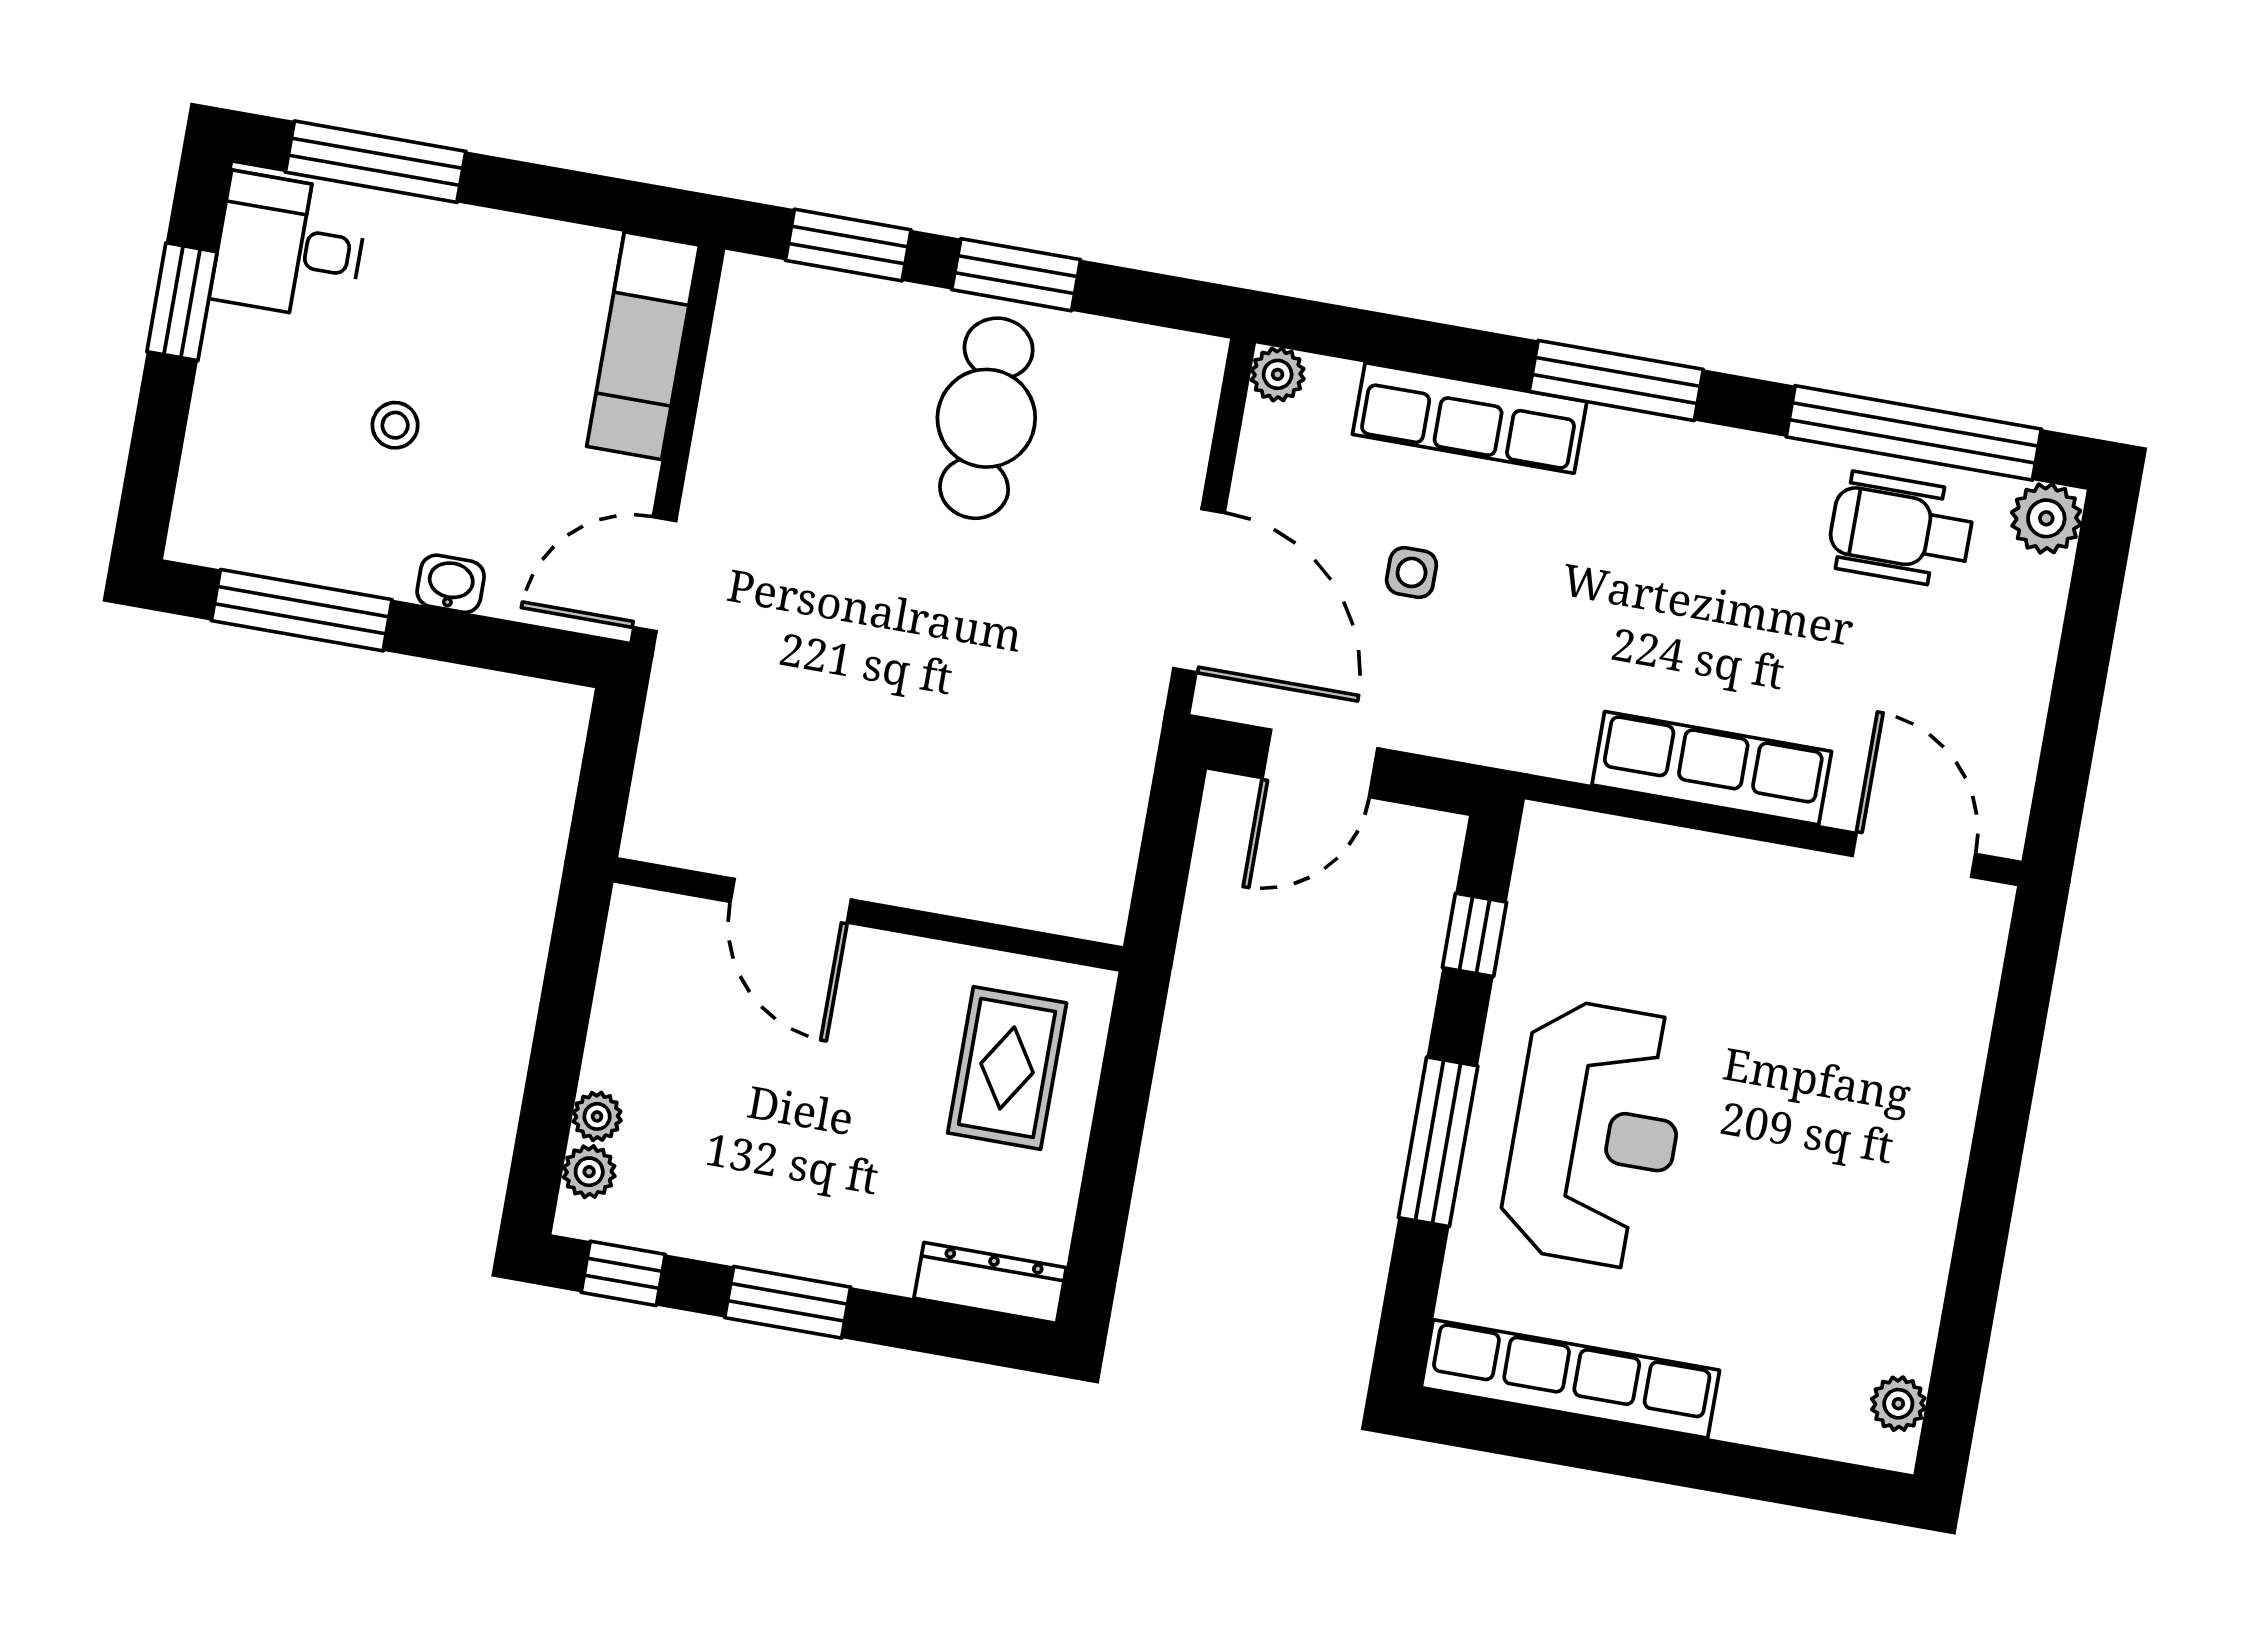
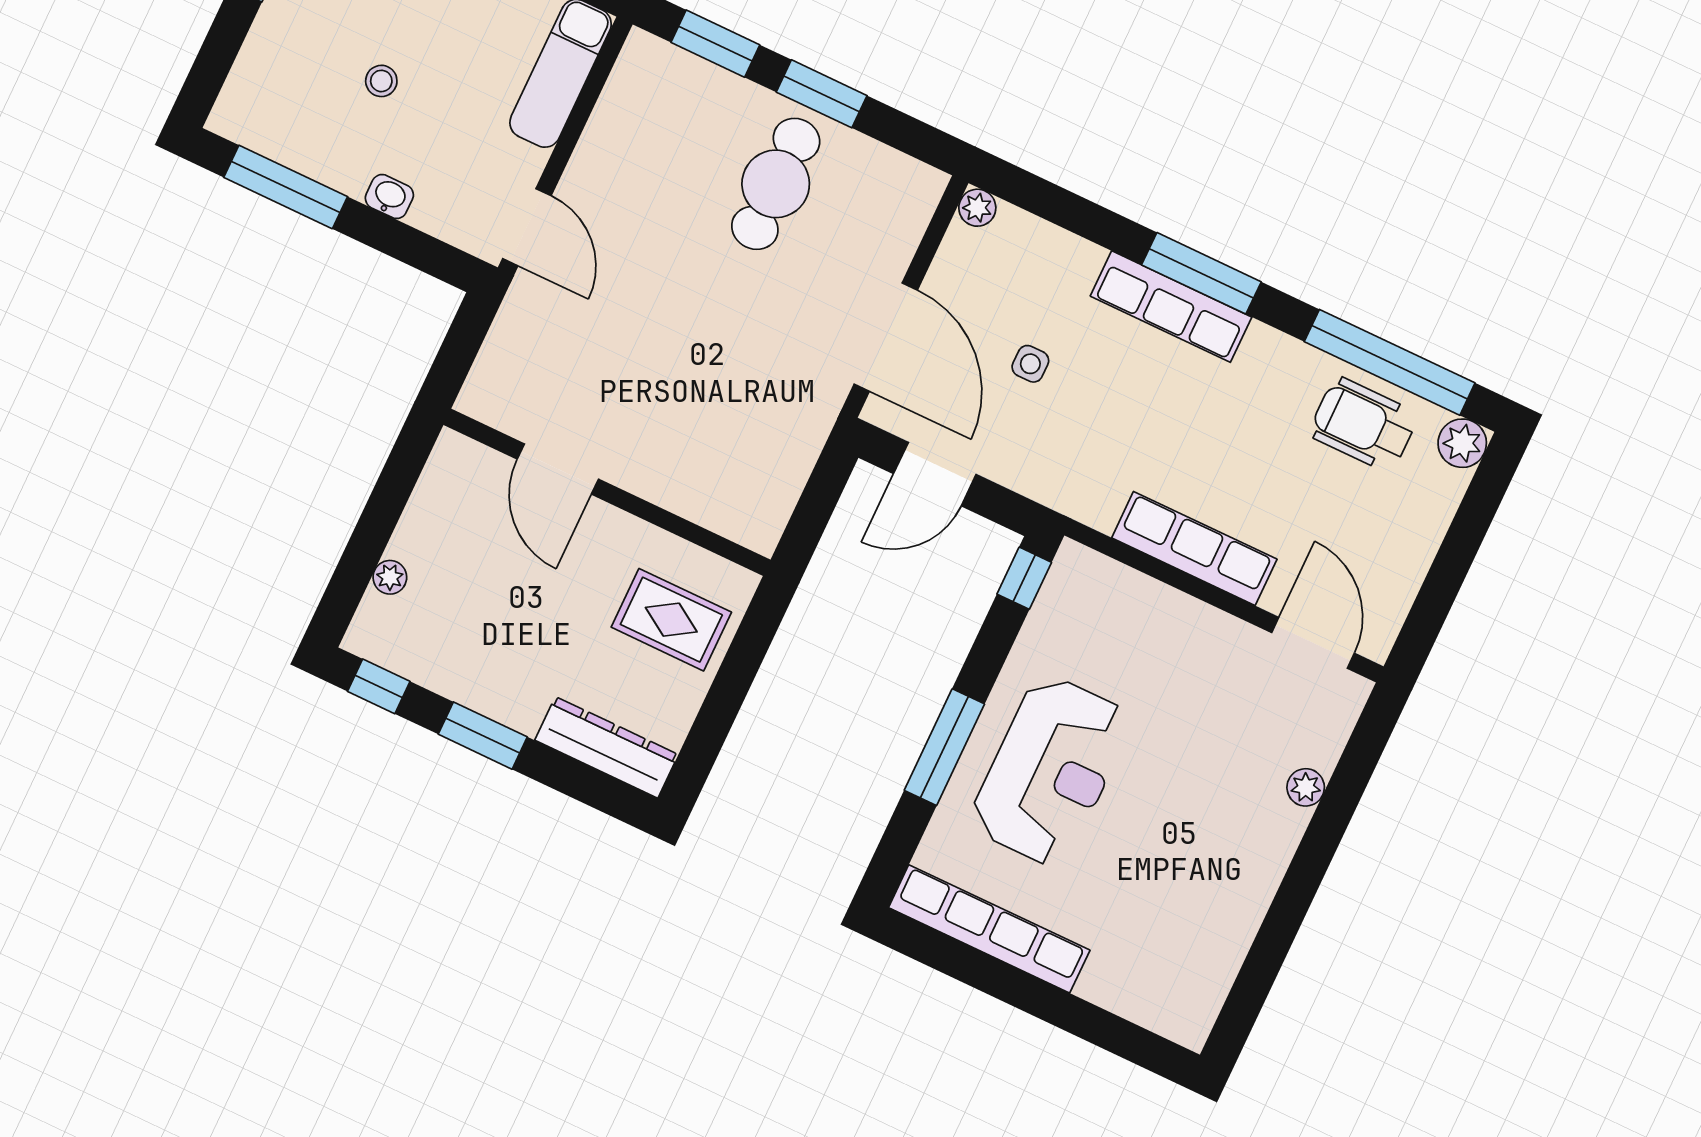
row of seats: (1470, 418) -> (1171, 307), moved
door: (655, 574) -> (527, 227), swing flipped
window: (1474, 935) -> (1024, 578), moved
rug: (1007, 1068) -> (671, 620), turned 90
plant: (589, 1172) -> (375, 613), removed
dresser: (990, 1283) -> (607, 747), width x1.37, depth x1.24
plant: (1898, 1404) -> (1306, 787), moved

